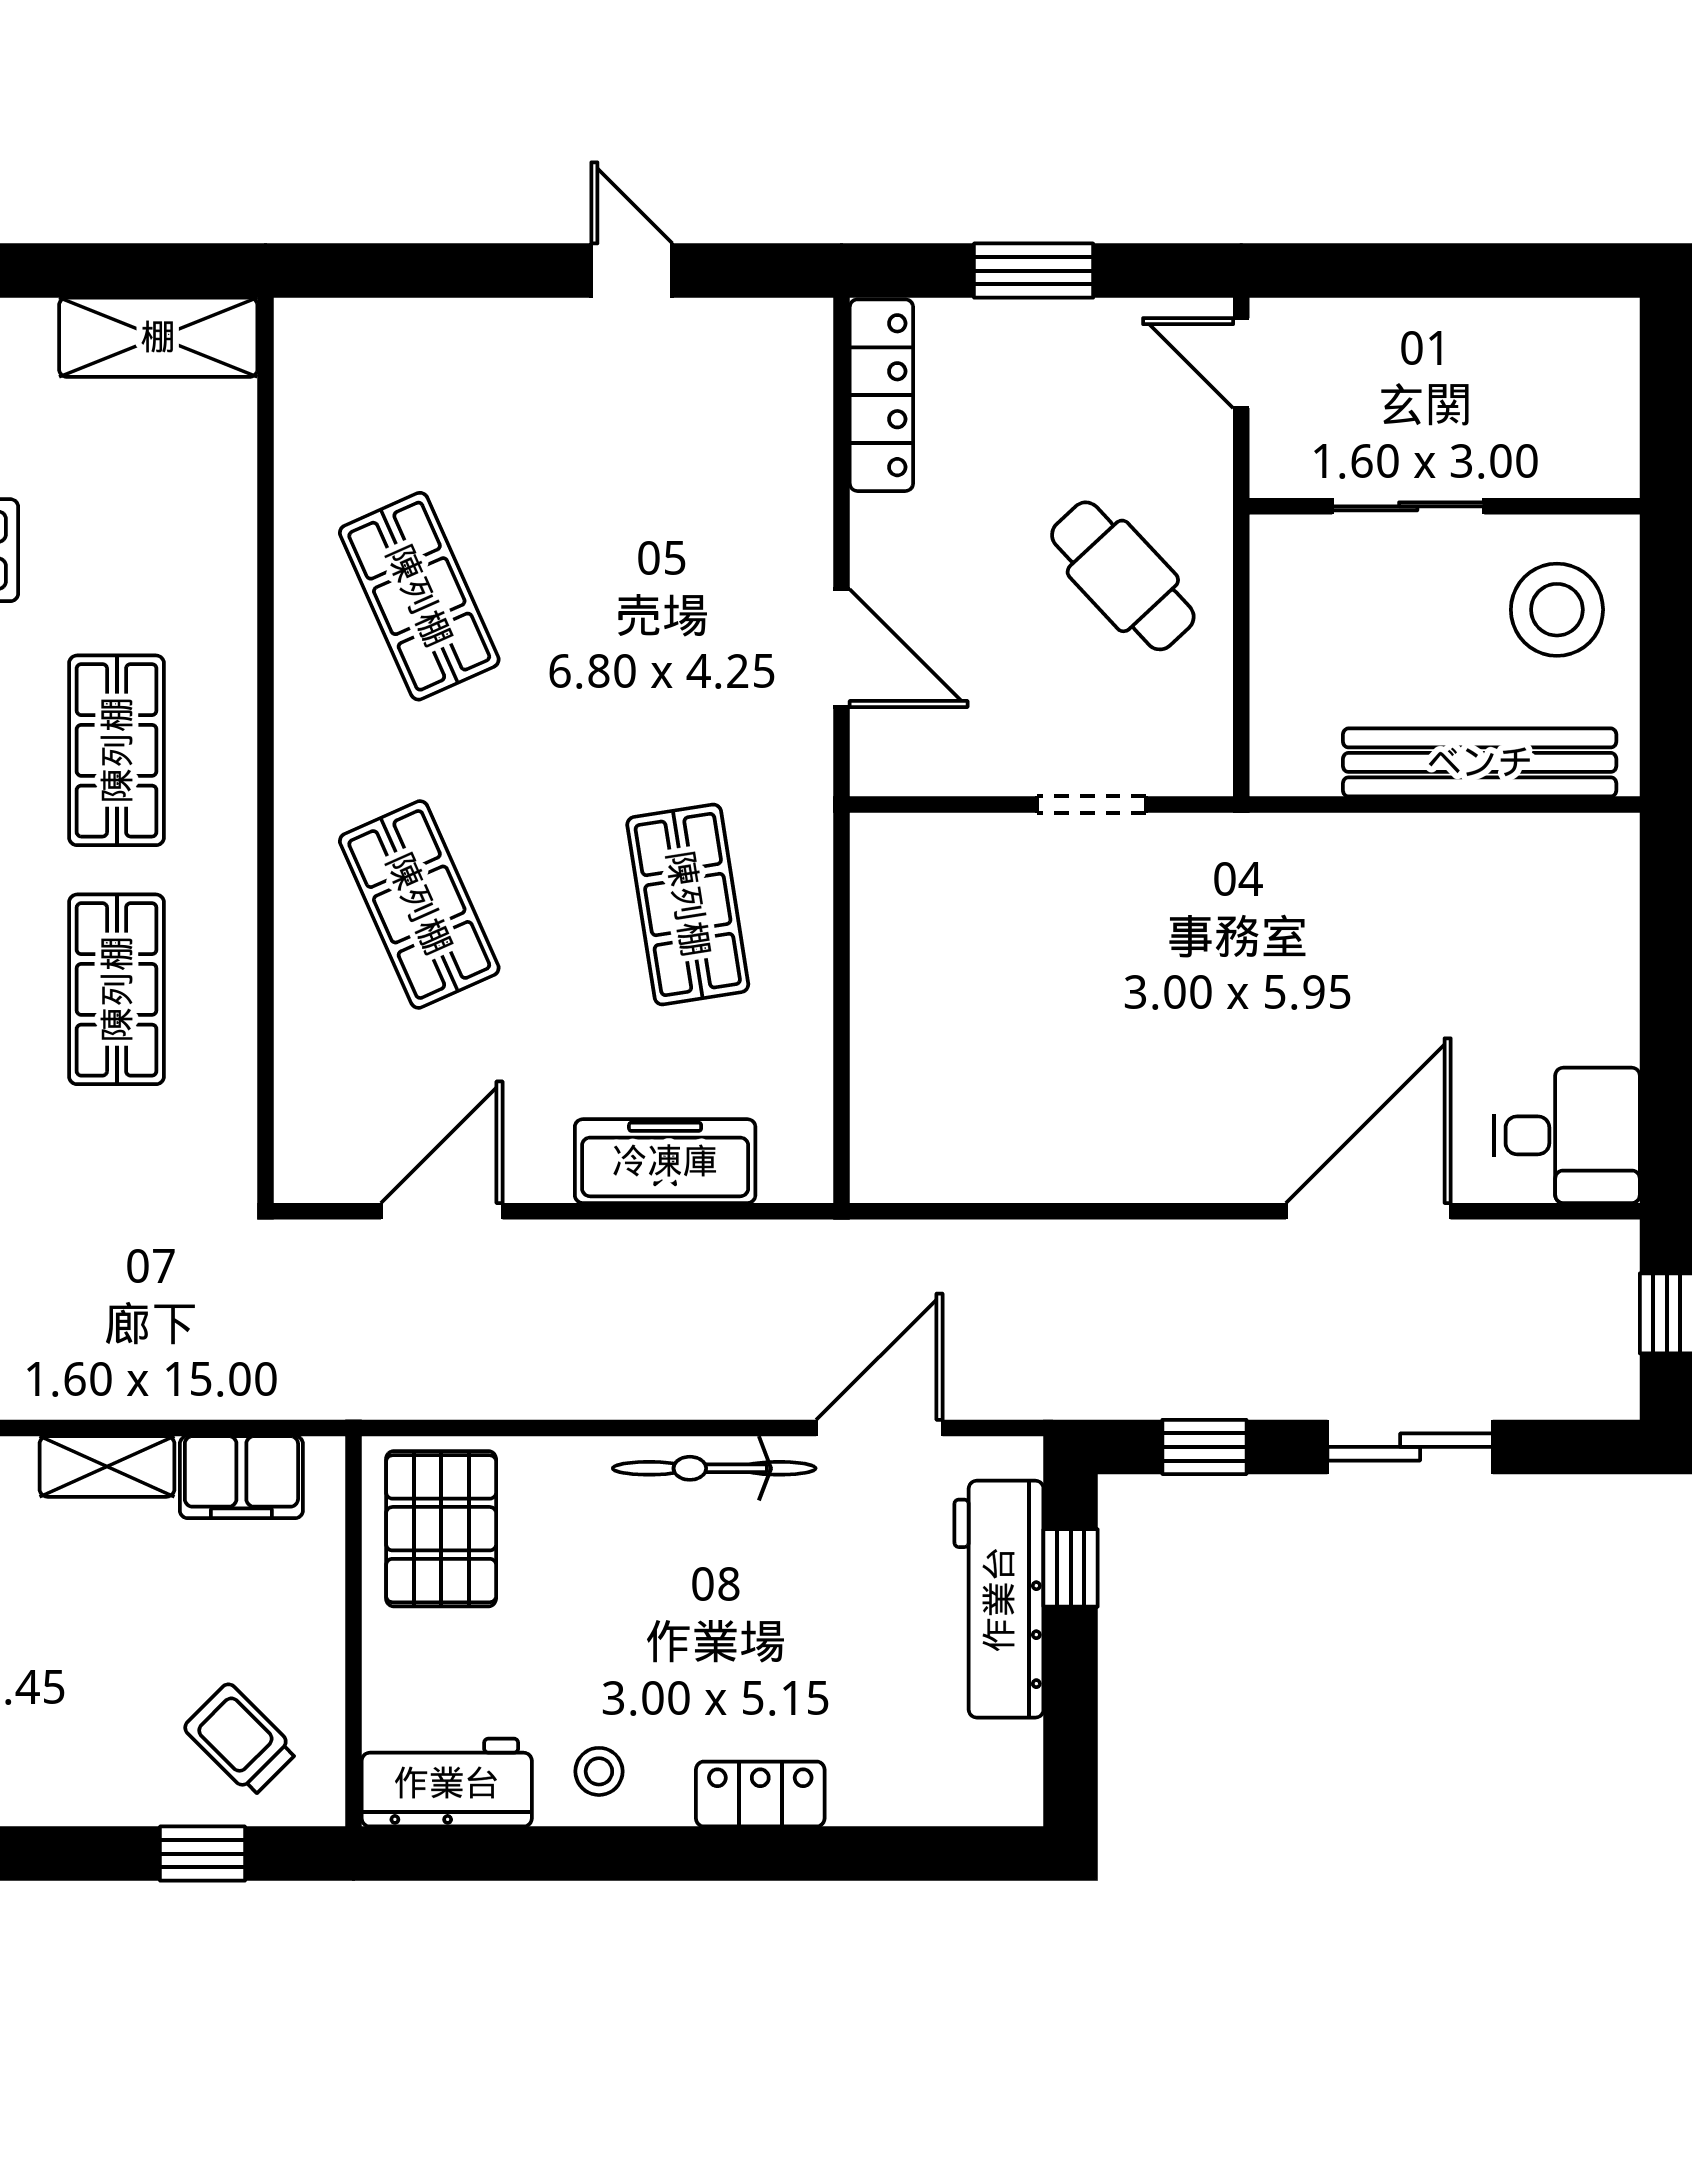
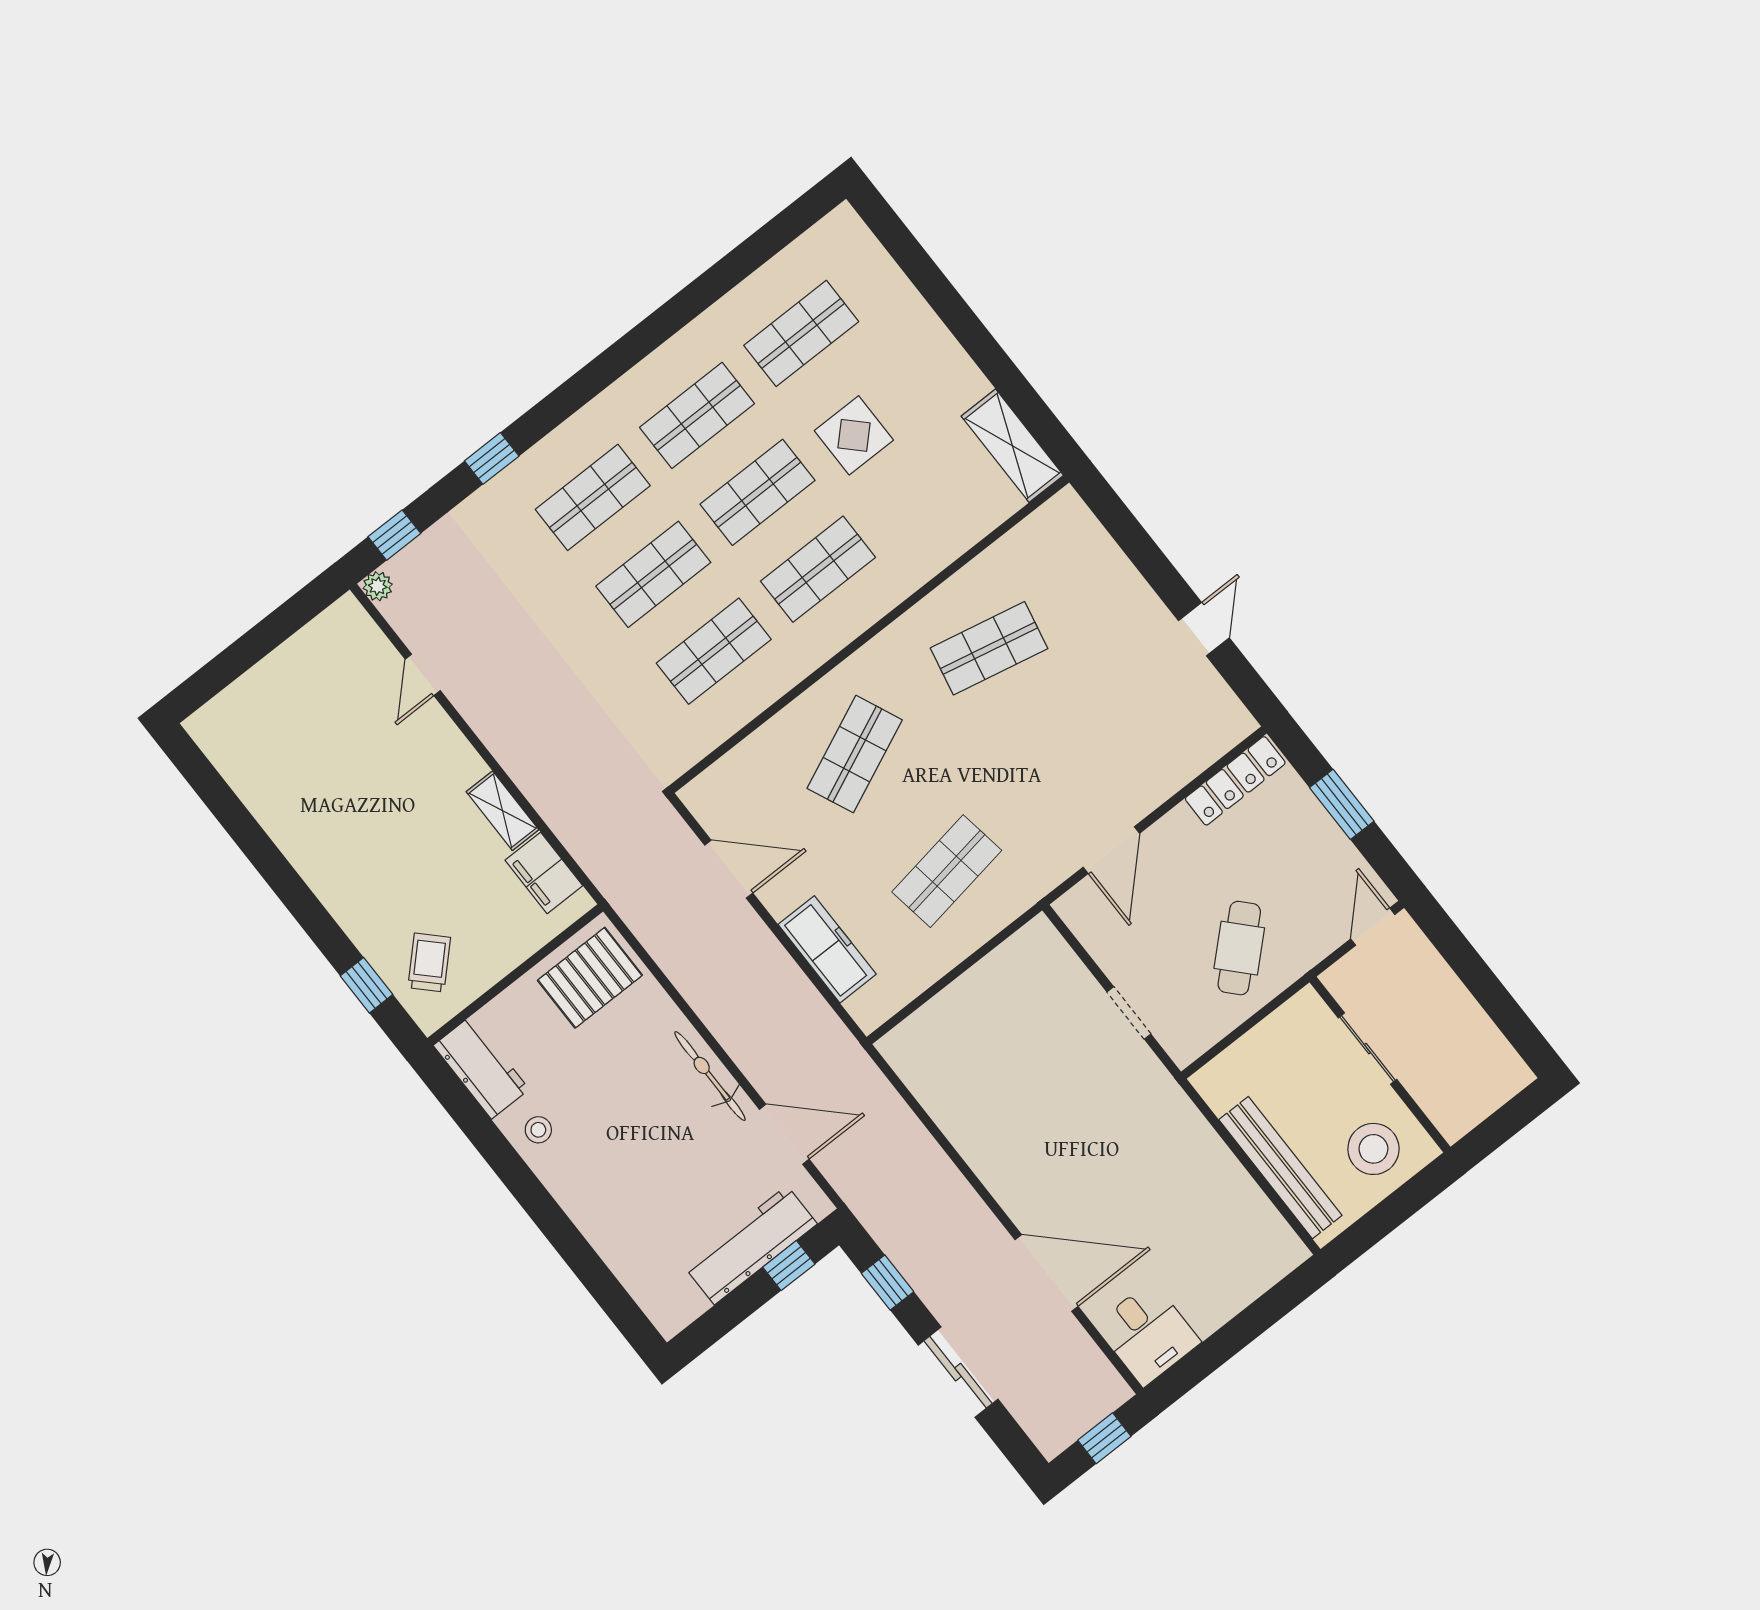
shop shelf: (419, 596) -> (989, 648), turned 36
locker: (760, 1794) -> (584, 1208), removed

